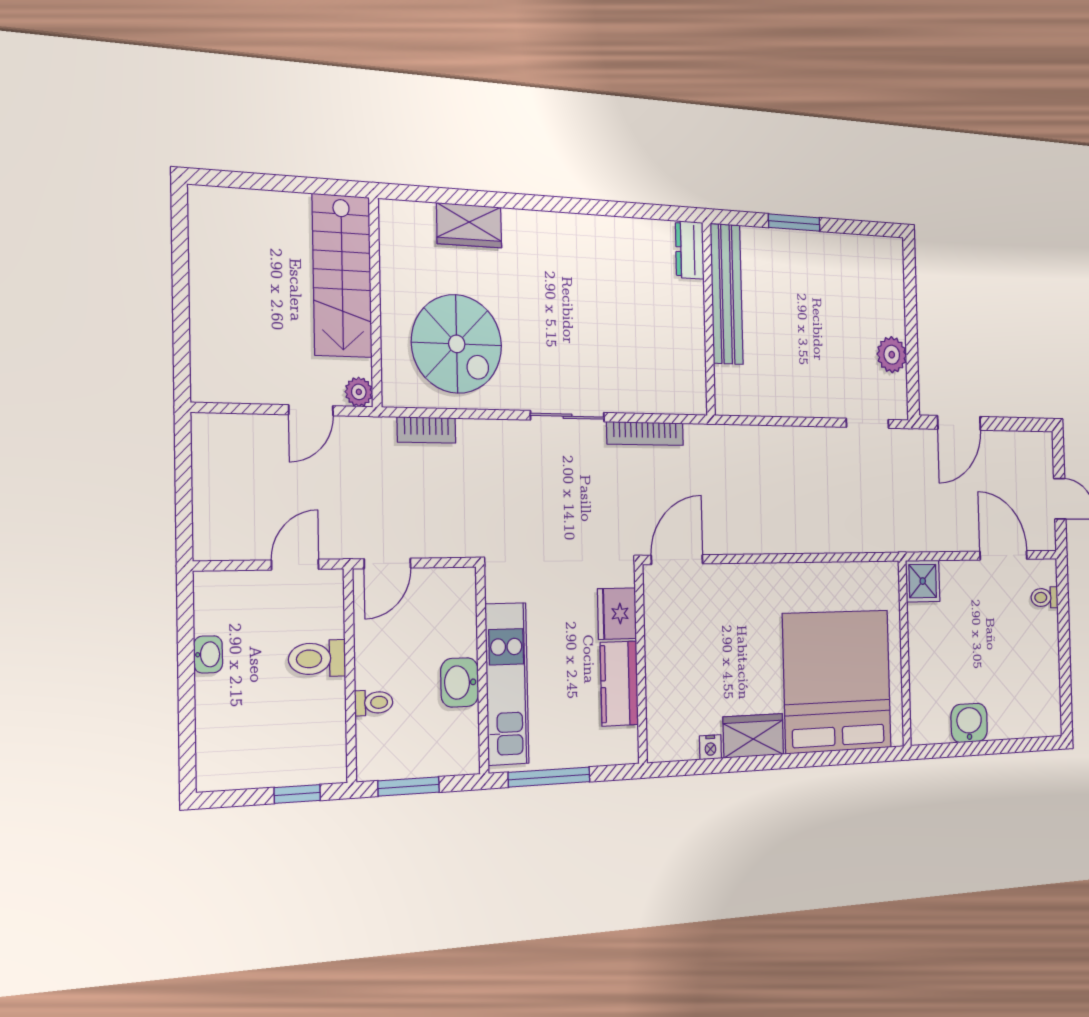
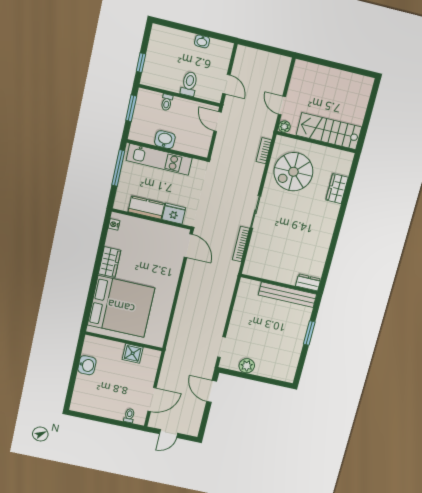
shower: (923, 581) -> (133, 353), moved
nightstand: (710, 747) -> (114, 224), moved

